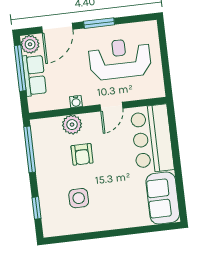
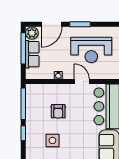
reception desk: (120, 59) -> (91, 50), turned 180
door: (111, 107) -> (82, 81), swing flipped
plant: (72, 125) -> (54, 90), removed
window: (37, 208) -> (23, 133), moved

